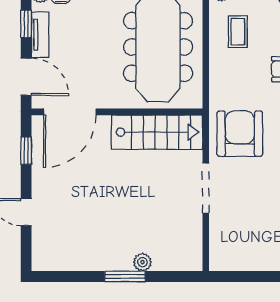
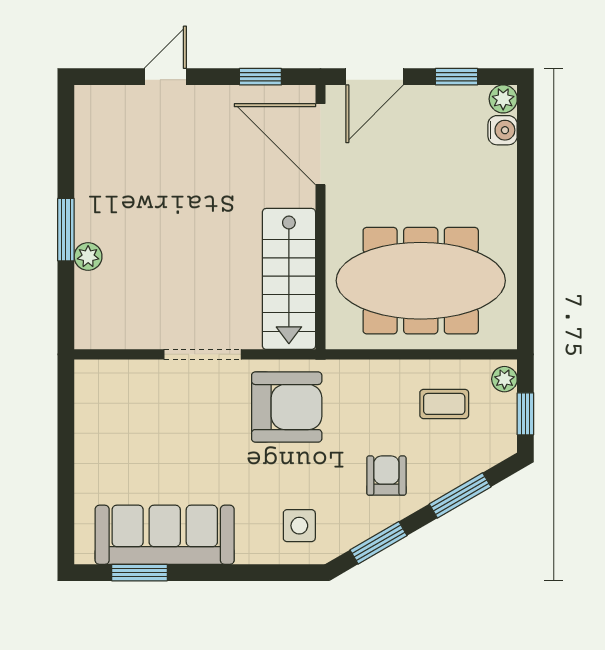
tv unit: (40, 35) -> (440, 98), removed

